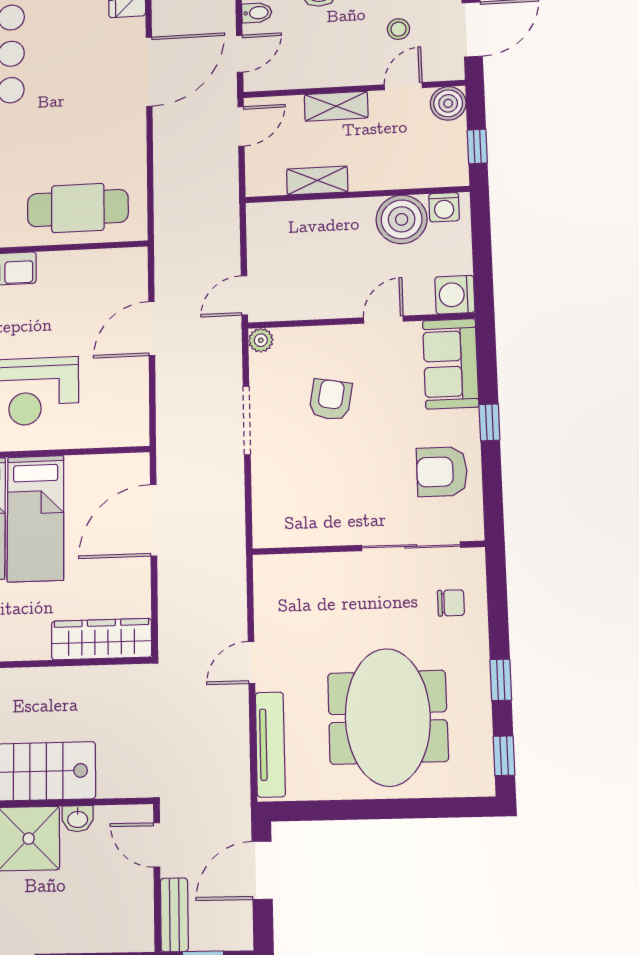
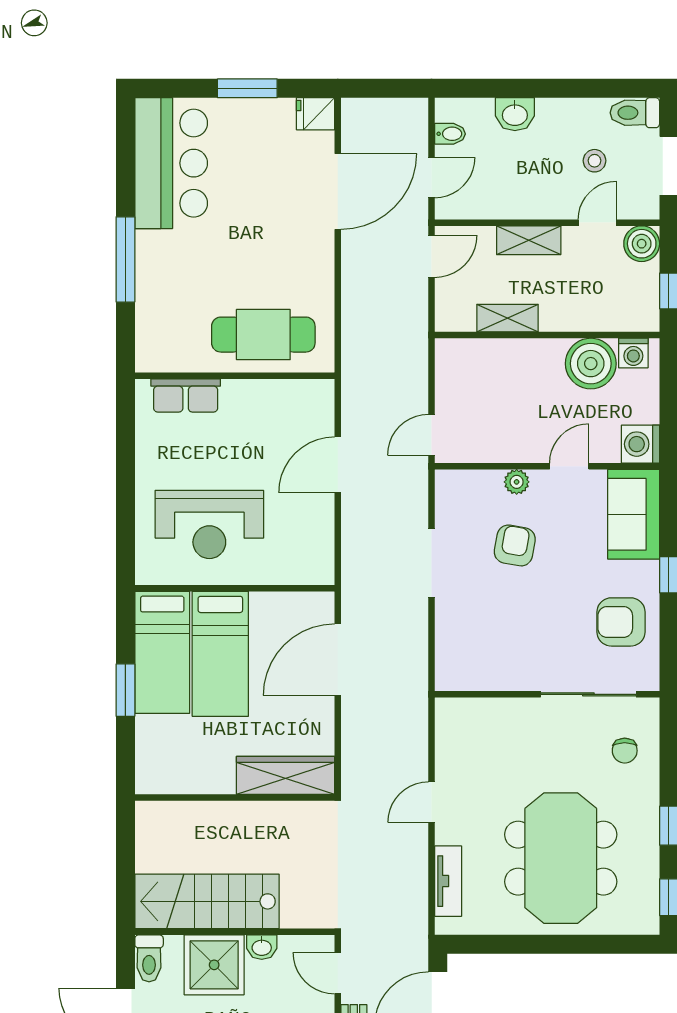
plant: (261, 340) -> (517, 482), moved
chair: (451, 603) -> (625, 751), turned 90
tv unit: (270, 744) -> (448, 881), width x0.71

